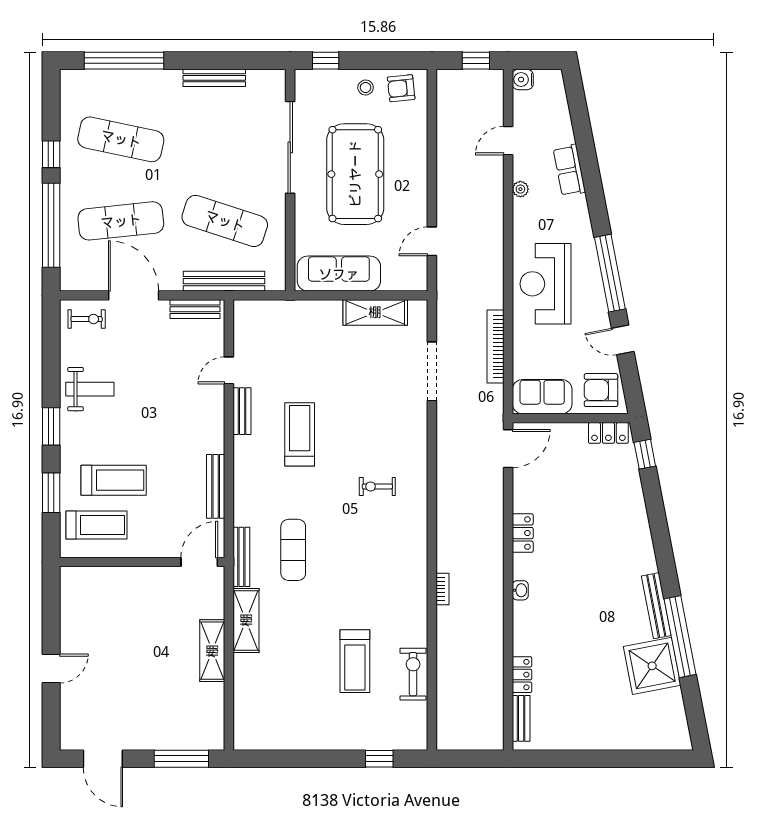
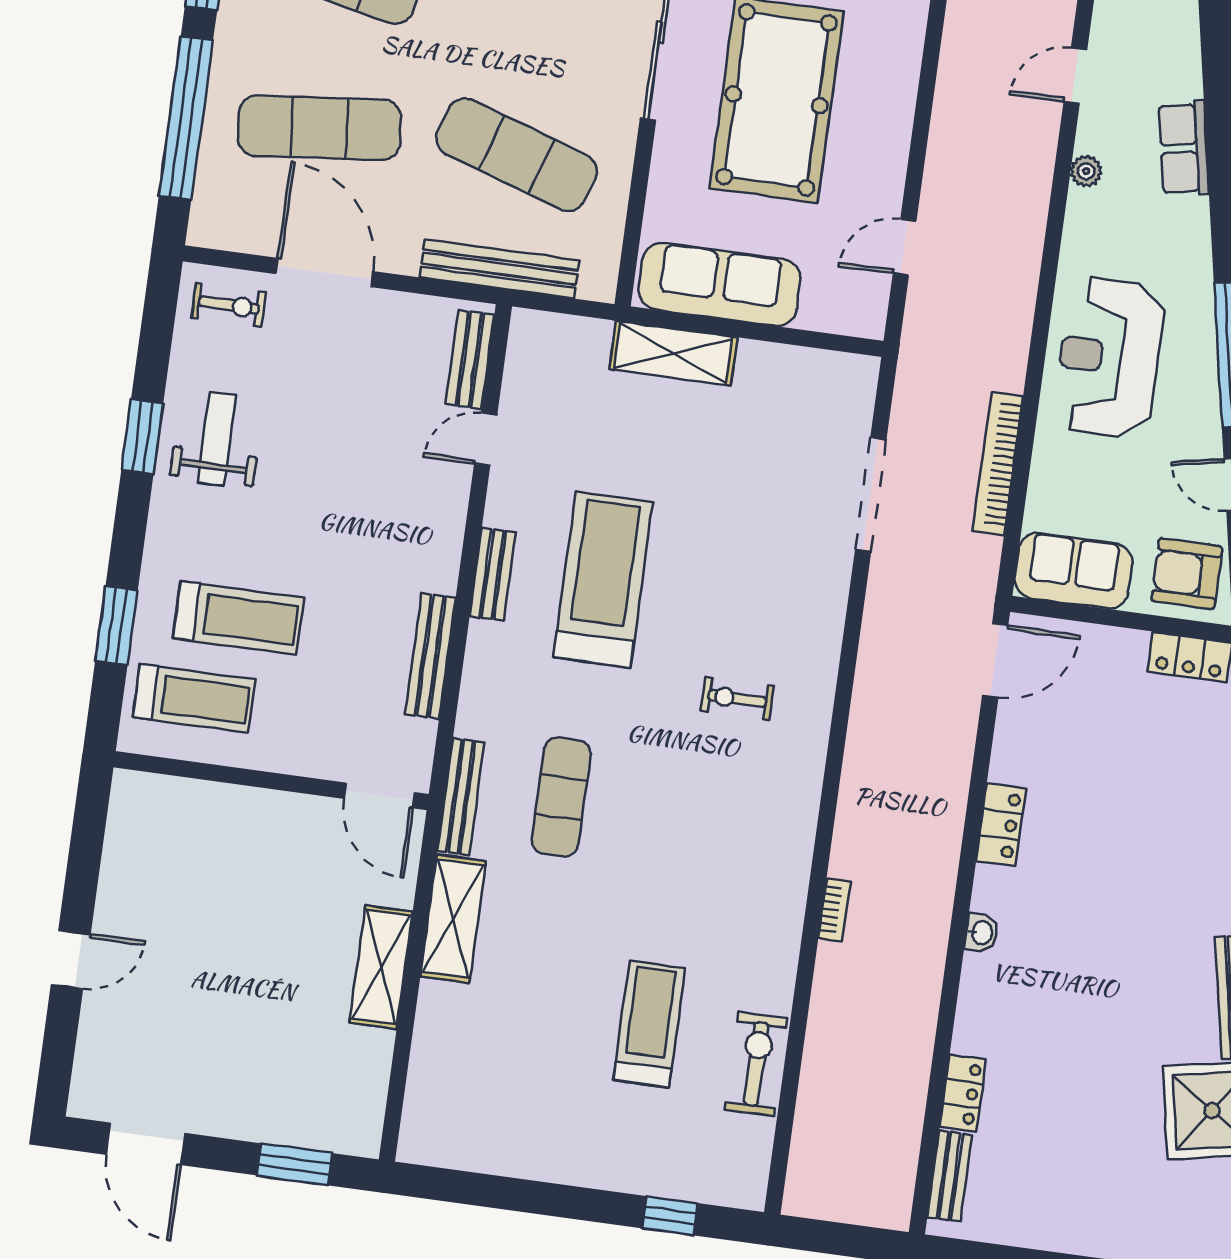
bench: (195, 309) -> (470, 360), moved, turned 90
shelving: (375, 312) -> (673, 353), moved
weight bench: (90, 389) -> (217, 439), turned -90
bench: (242, 411) -> (493, 574), moved
window: (51, 426) -> (142, 437), moved
treadmill: (300, 434) -> (603, 580), width x1.37, depth x1.38
door: (199, 562) -> (379, 796), swing flipped
treadmill: (355, 661) -> (649, 1024), turned 180
window: (181, 759) -> (295, 1164), width x0.69

